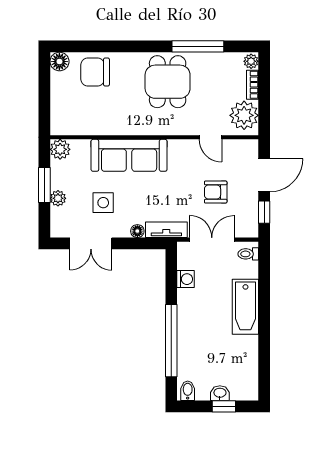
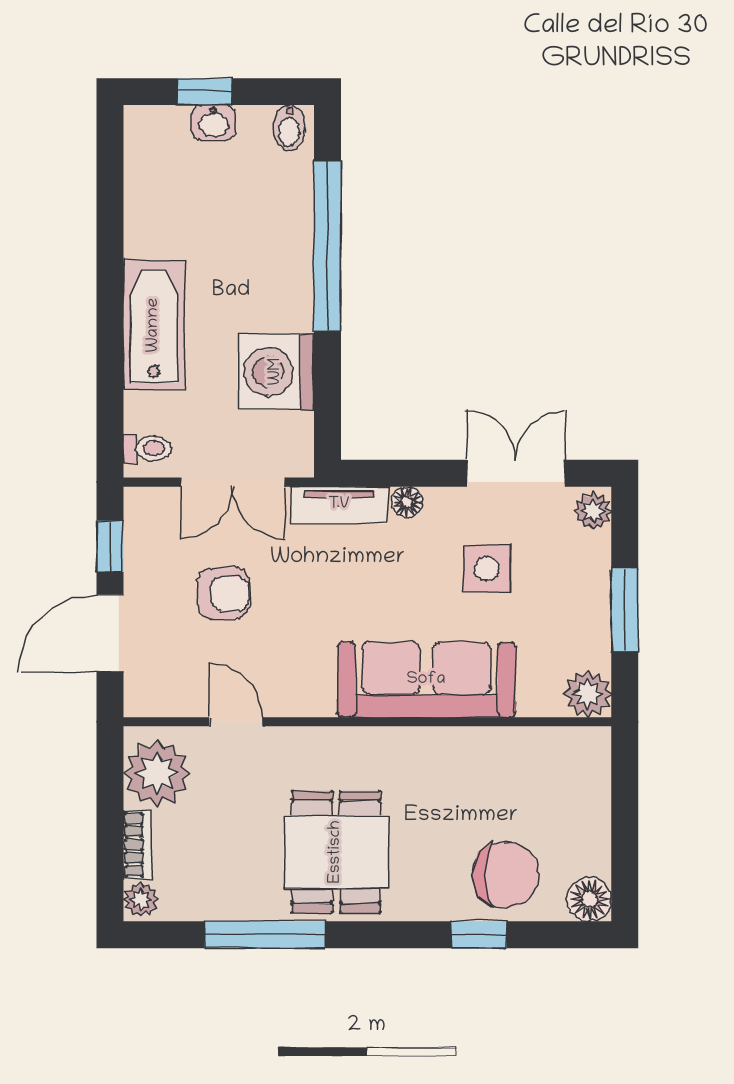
window: (107, 46) -> (479, 935), added
plant: (58, 198) -> (593, 511), moved
washing machine: (186, 279) -> (276, 372), width x1.89, depth x1.89

